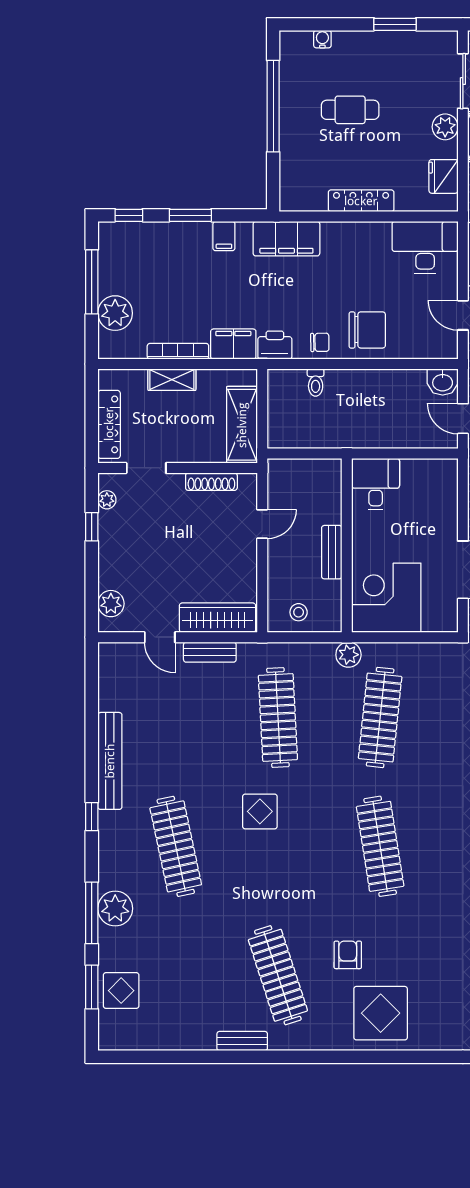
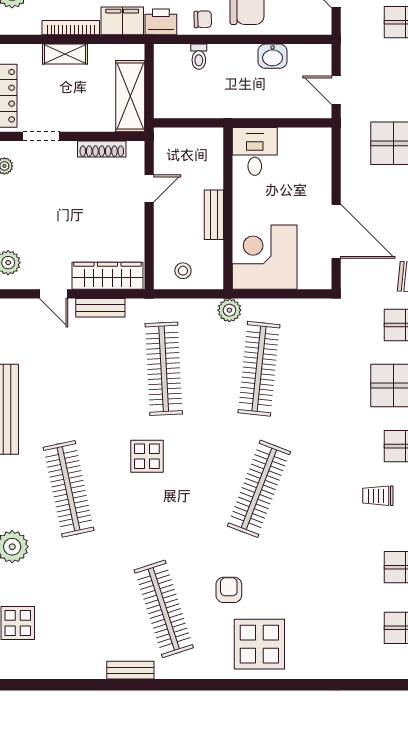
washbasin: (443, 382) -> (273, 56), moved
clothes rail: (380, 846) -> (259, 489), turned 30

